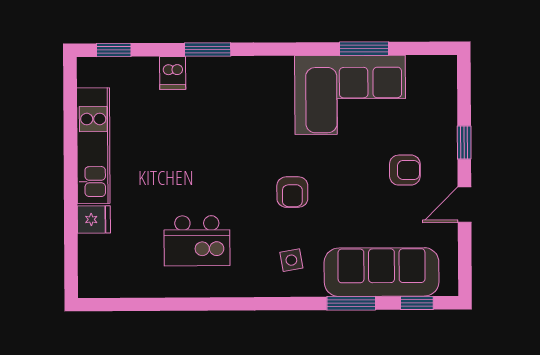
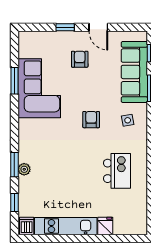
window: (114, 50) -> (14, 202), moved
plant: (199, 68) -> (24, 169), added
dishwasher: (173, 73) -> (27, 226), moved, turned -90
armchair: (292, 192) -> (91, 120), turned -90

